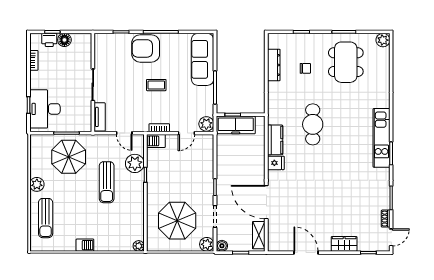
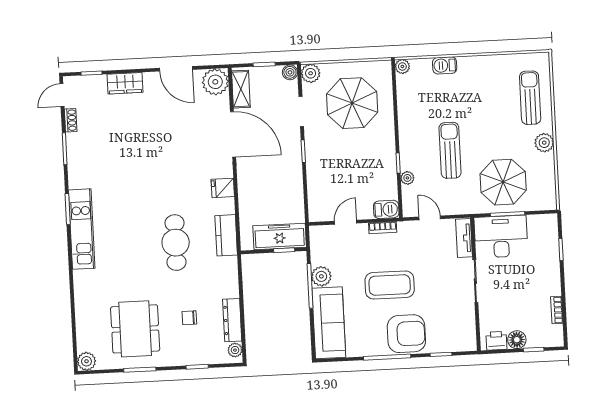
printer: (49, 40) -> (496, 341), moved
plant: (273, 43) -> (235, 350), added
coffee table: (156, 85) -> (390, 285), width x1.86, depth x1.72
desk: (45, 109) -> (501, 237), moved, turned -90
plant: (206, 124) -> (321, 276), moved
kitchen counter: (275, 140) -> (226, 235), moved
plant: (135, 163) -> (407, 178), width x0.53, depth x0.53
plant: (277, 242) -> (215, 82), added
barbecue: (85, 245) -> (445, 65), moved

